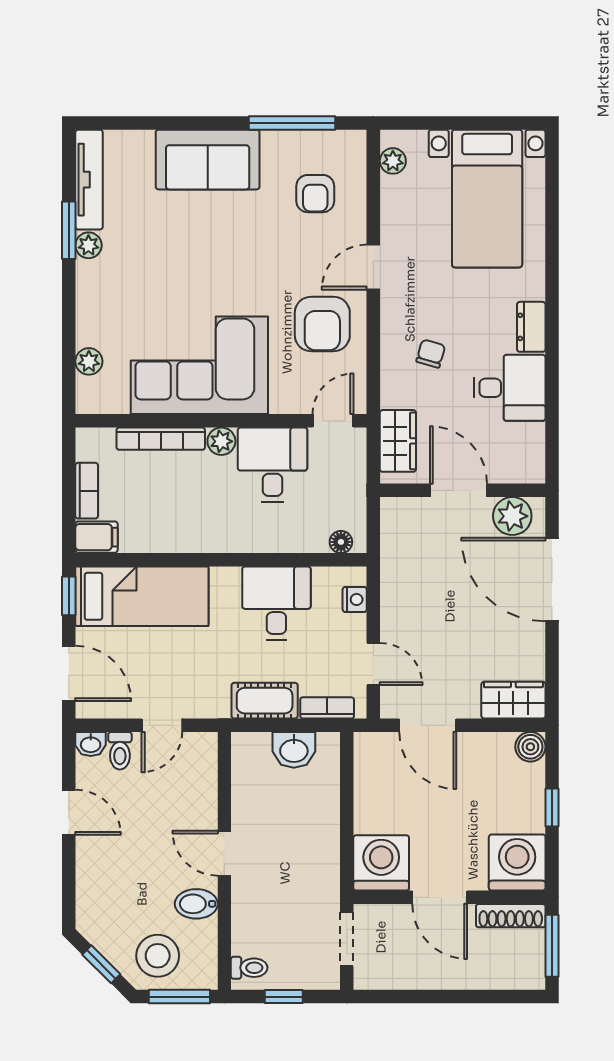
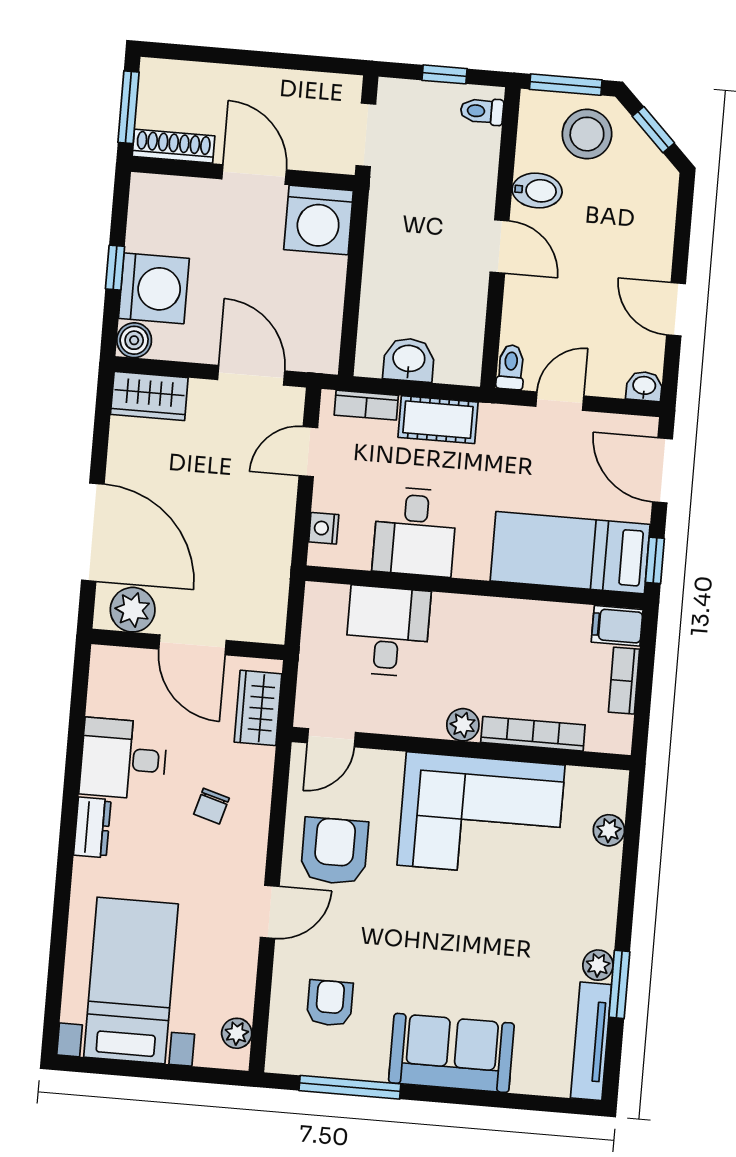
desk: (272, 465) -> (388, 631), moved, turned 180
floor lamp: (341, 542) -> (334, 596), removed
door: (373, 664) -> (308, 452), hinge flipped
toilet: (120, 751) -> (511, 367), moved
washing machine: (517, 862) -> (154, 288), moved, turned -90

